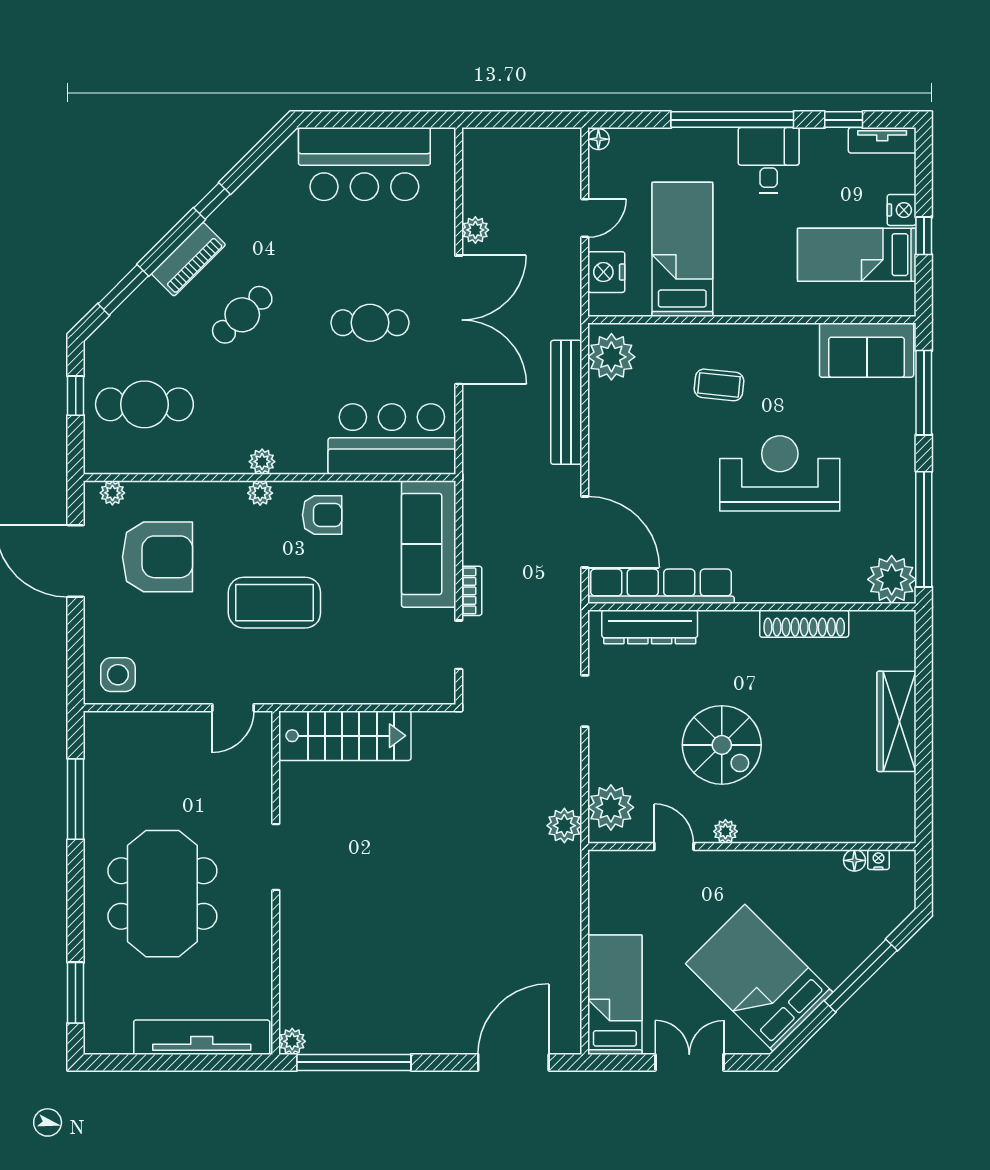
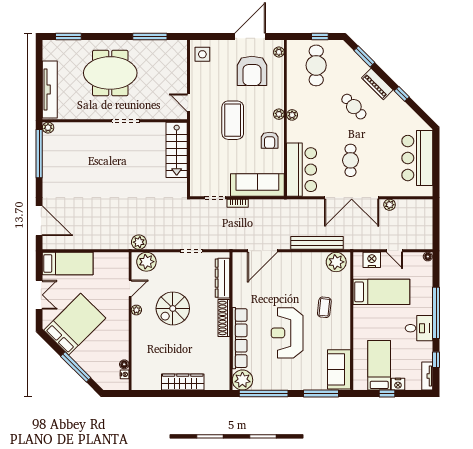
reception desk: (780, 473) -> (287, 333), turned 180
row of seats: (661, 586) -> (240, 338), moved
shoe rack: (804, 624) -> (224, 318), moved

